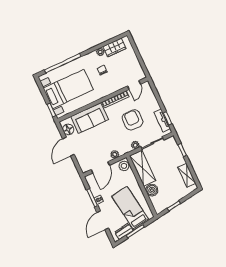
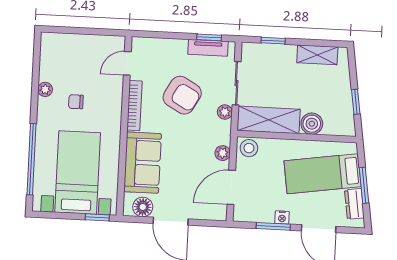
wardrobe: (115, 47) -> (50, 63), removed
door: (134, 85) -> (127, 63), swing flipped
armchair: (133, 120) -> (182, 95), turned -151
door: (100, 167) -> (231, 187), swing flipped

